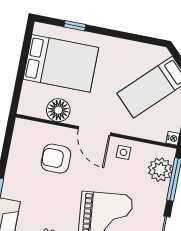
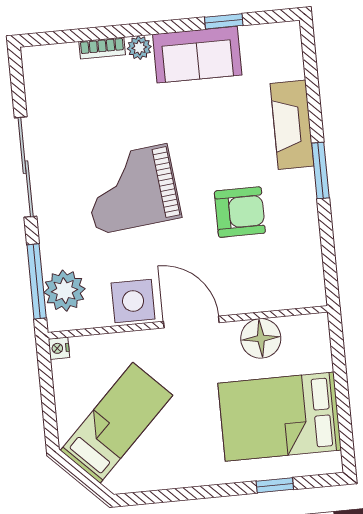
side table: (123, 152) -> (133, 301), width x1.87, depth x1.87
armchair: (56, 159) -> (240, 212), moved

